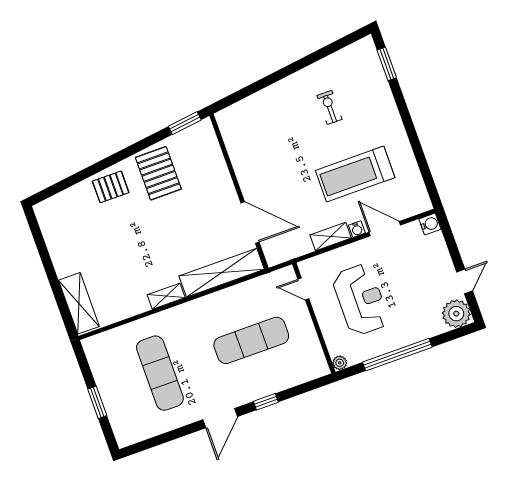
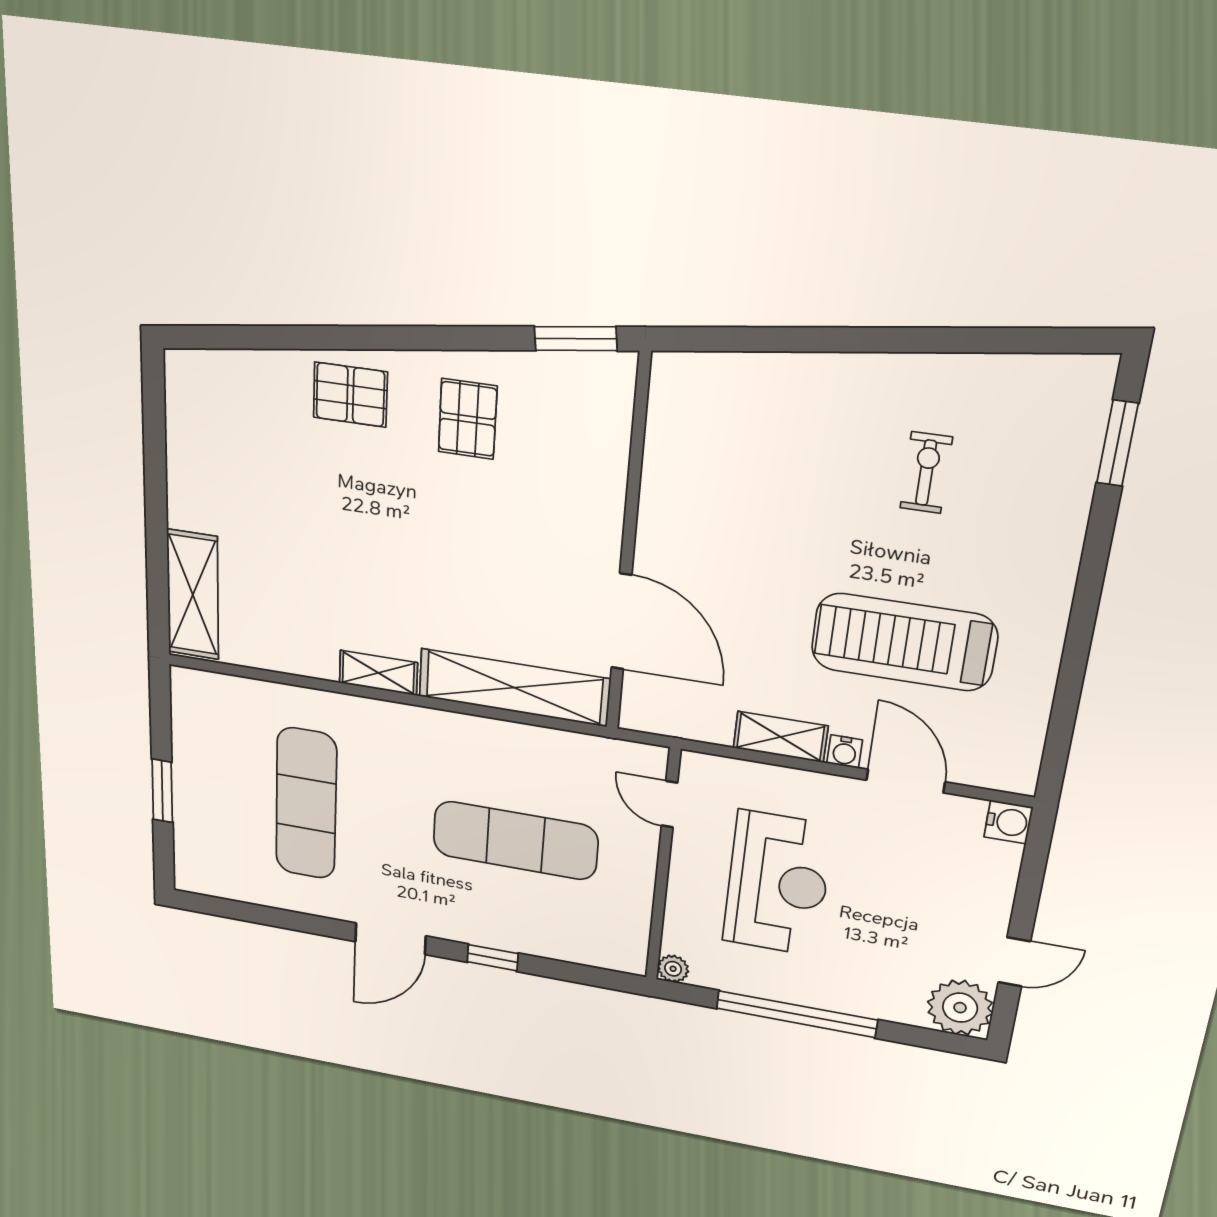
pallet: (158, 173) -> (468, 419), width x0.67, depth x0.71

